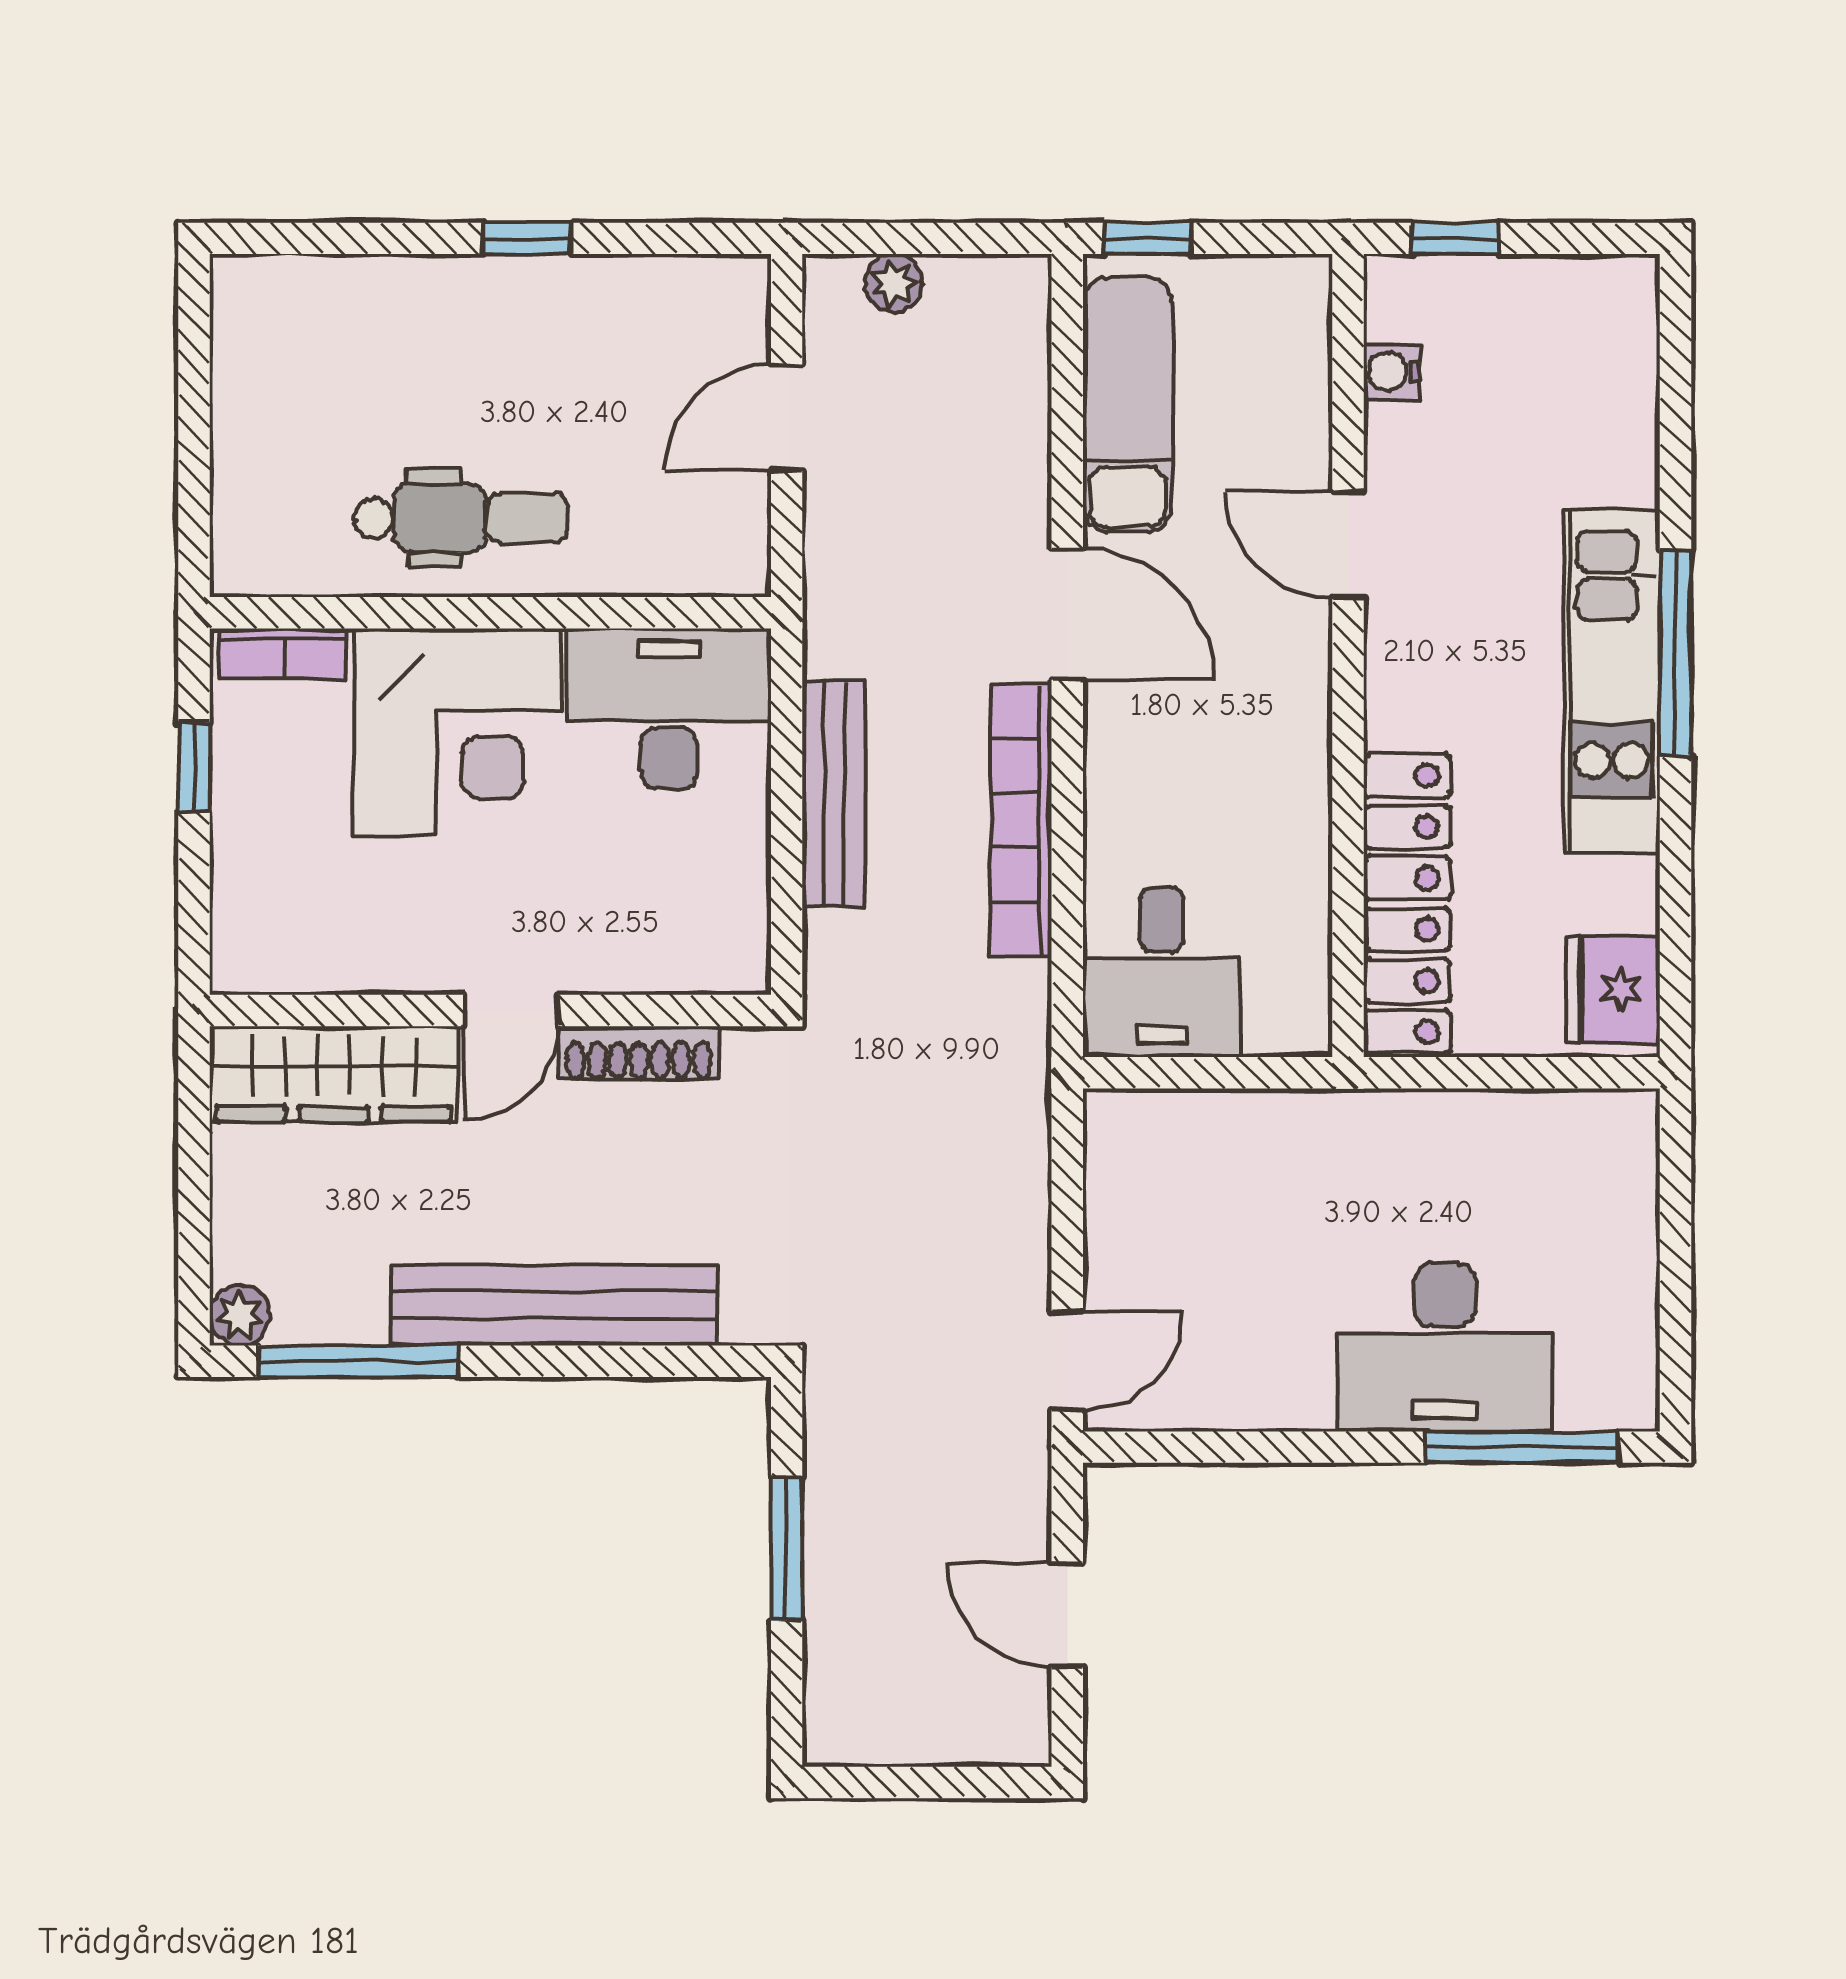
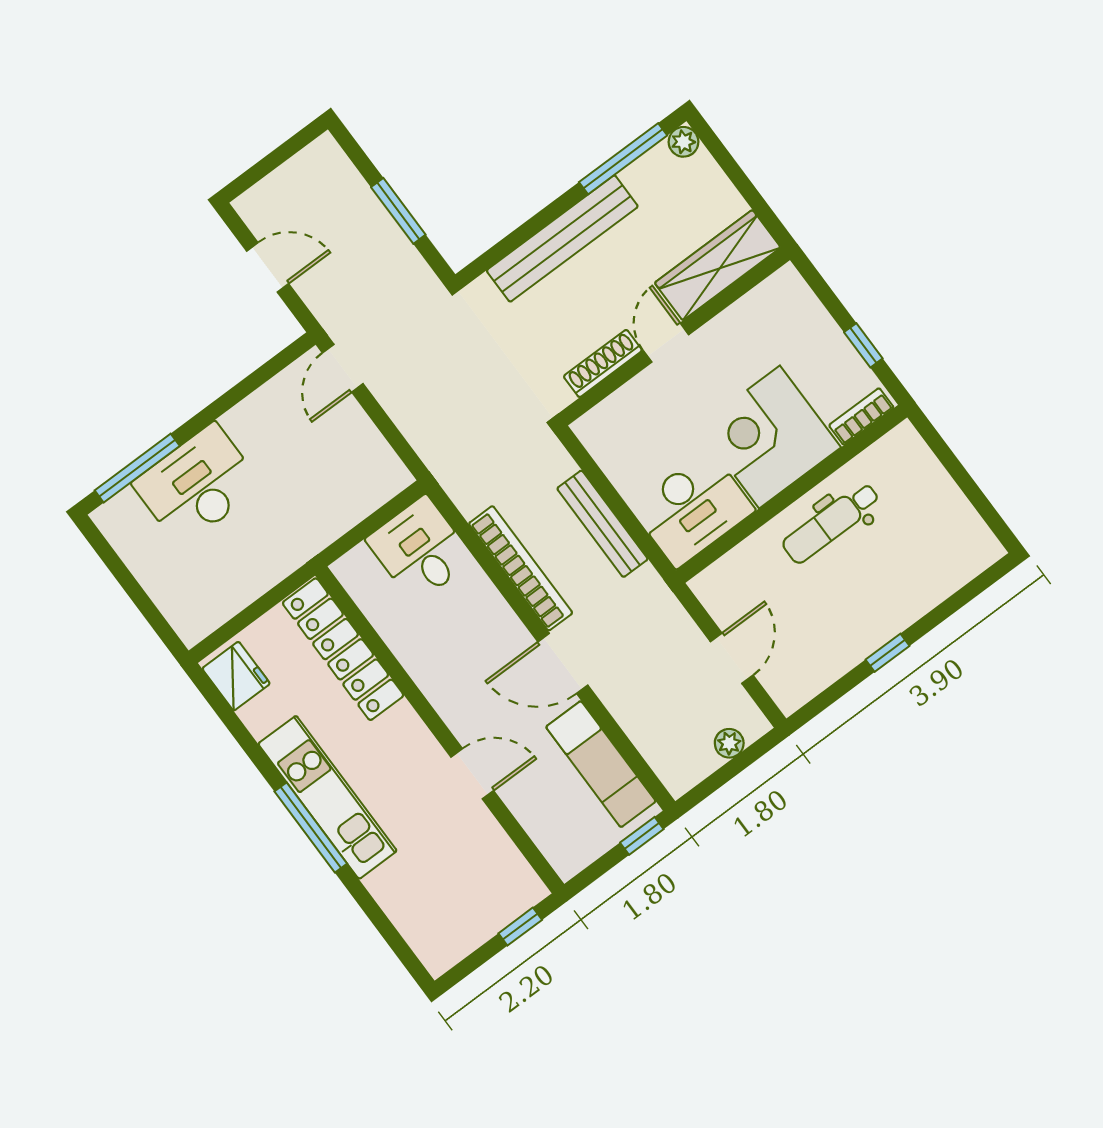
water cooler: (1392, 371) -> (506, 855), removed

